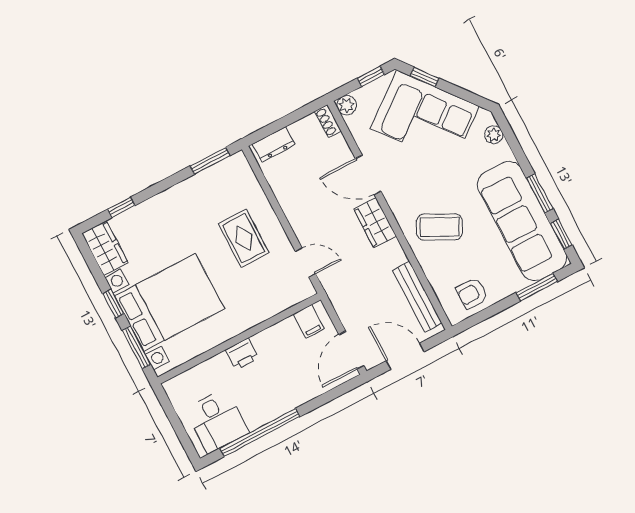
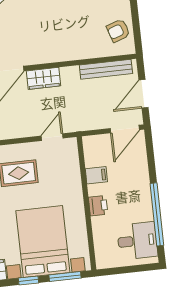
coffee table: (440, 227) -> (64, 35), removed
armchair: (472, 293) -> (118, 31), turned 71
filing cabinet: (309, 322) -> (96, 175), moved
door: (351, 350) -> (125, 129), hinge flipped

